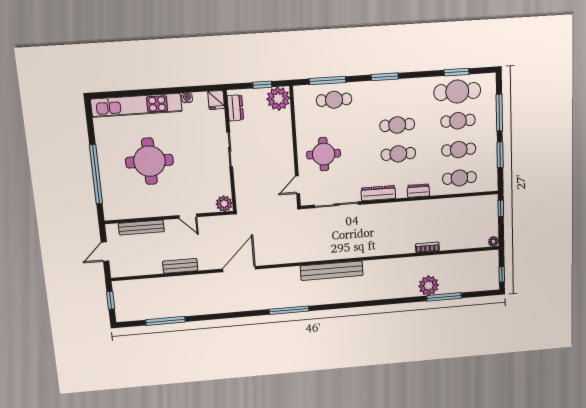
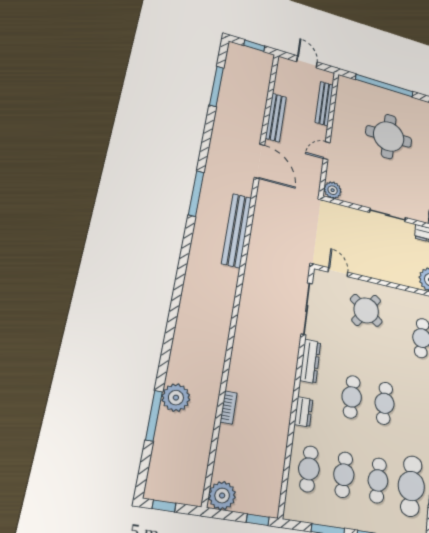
round table: (324, 154) -> (366, 310), turned 35
plant: (493, 241) -> (222, 496), width x1.88, depth x1.88
bench: (180, 266) -> (276, 118), width x1.36
door: (239, 269) -> (259, 161), moved
bench: (332, 271) -> (237, 230), moved
window: (289, 310) -> (196, 194), moved

